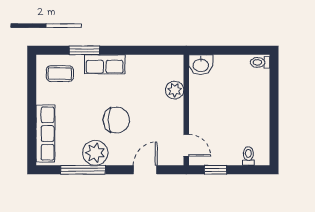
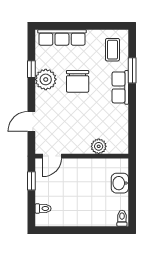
washbasin: (201, 65) -> (120, 183), moved
chair: (116, 120) -> (78, 81), moved
window: (83, 170) -> (31, 69), width x0.46
door: (145, 170) -> (31, 122), swing flipped

